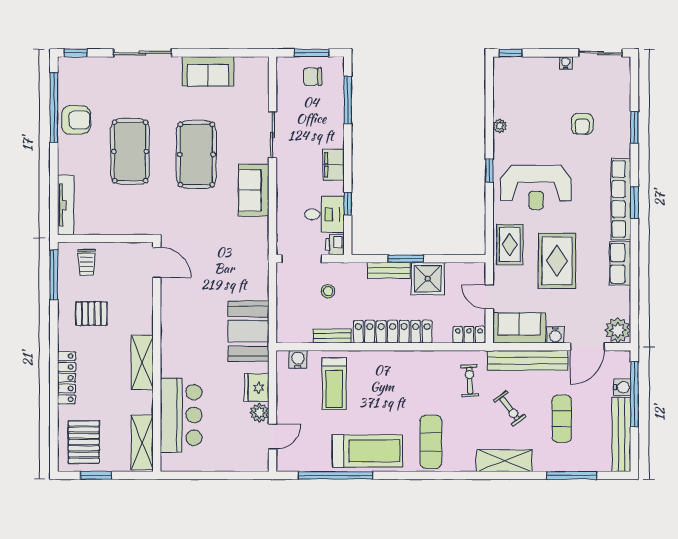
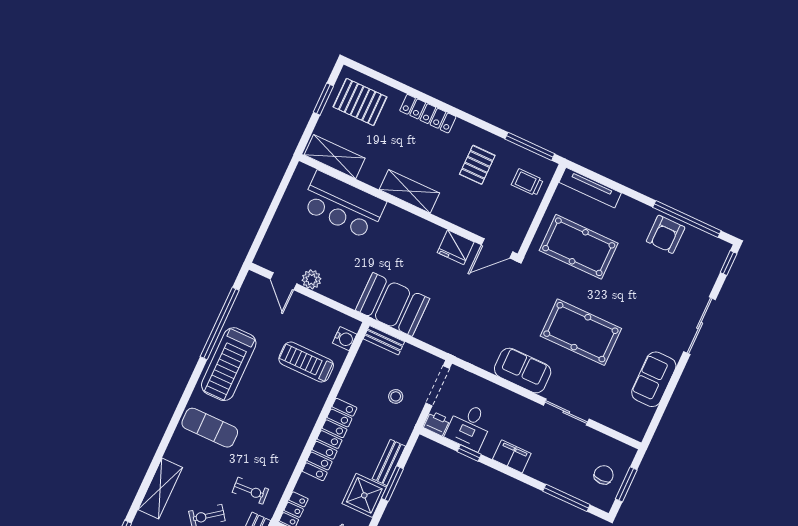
pool table: (130, 151) -> (579, 247), moved
bench: (332, 336) -> (384, 340), moved, turned 90
fridge: (257, 388) -> (456, 247), moved, turned 180

